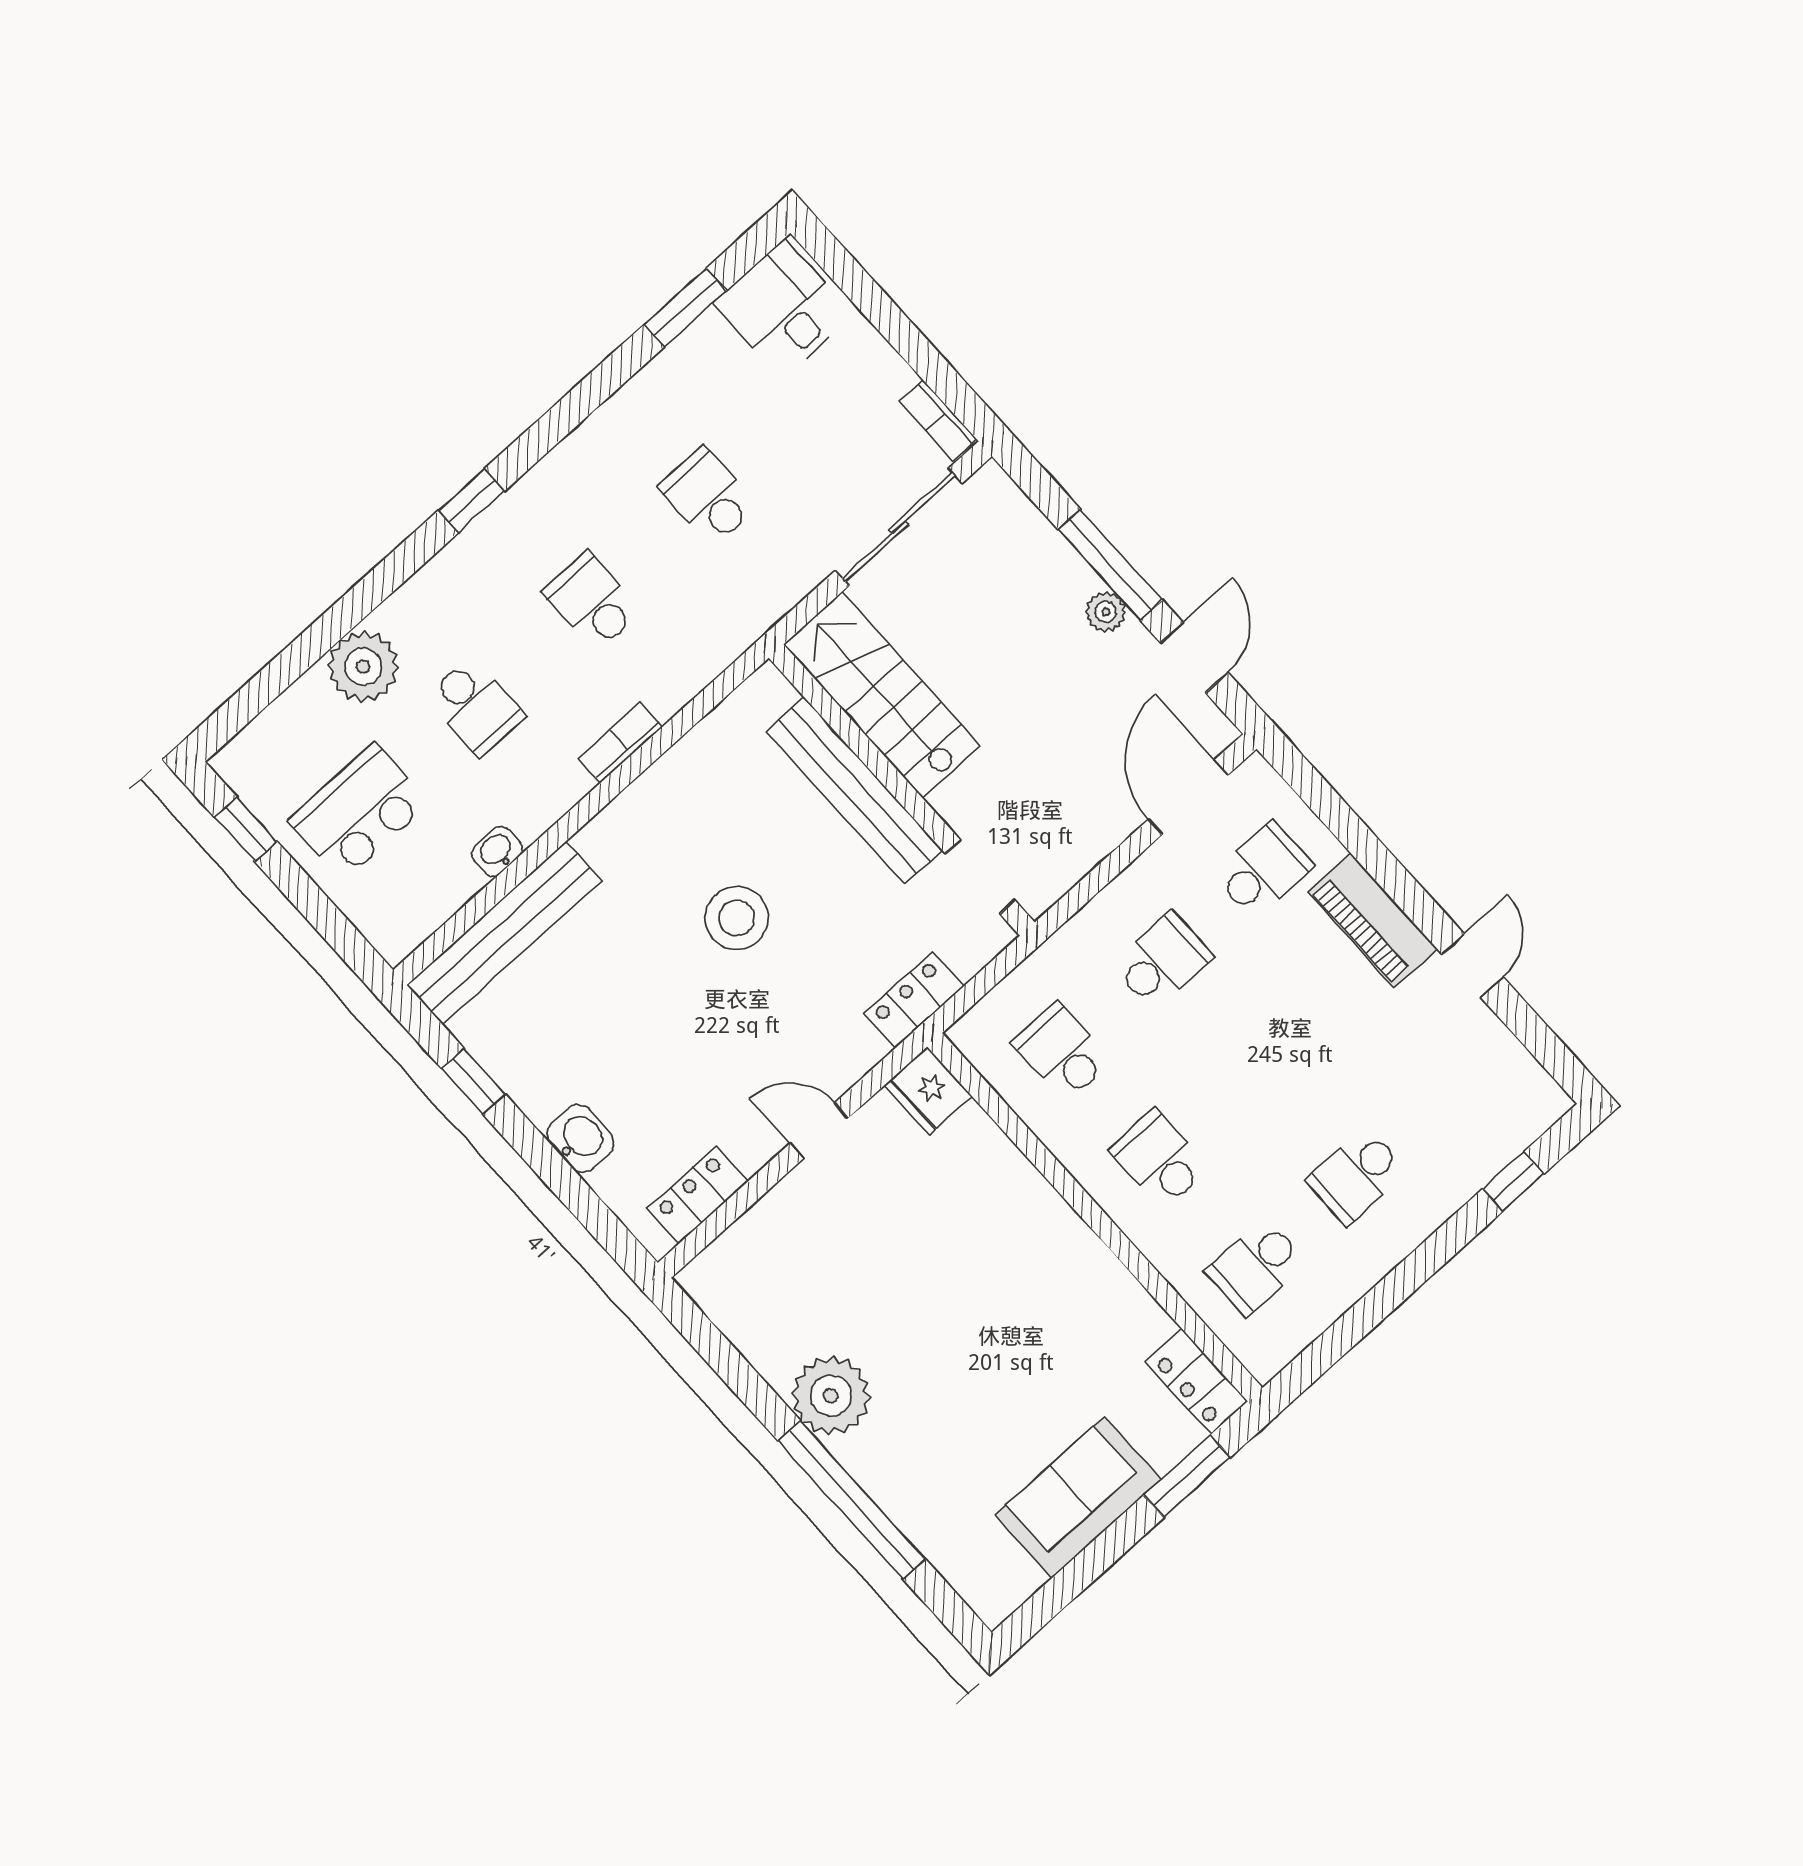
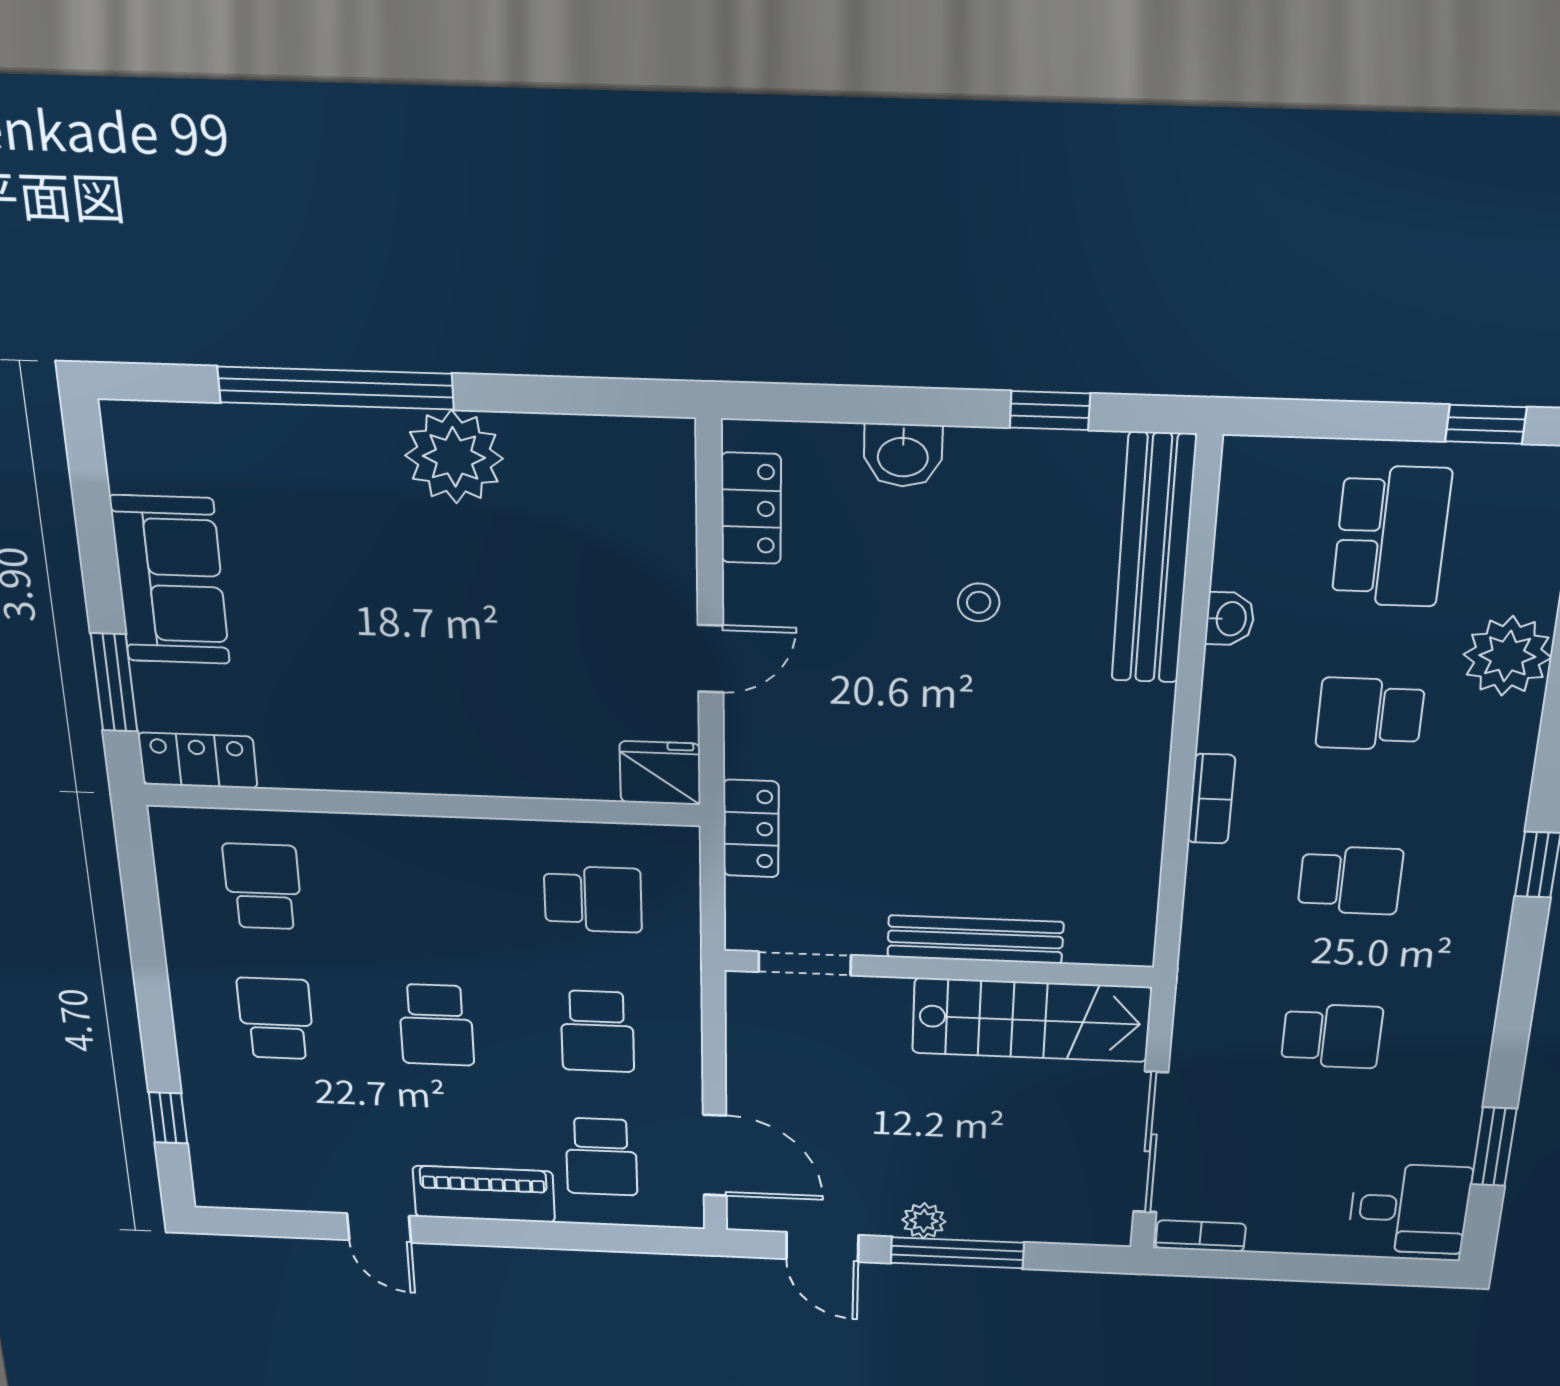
bench: (854, 791) -> (975, 939), width x0.73, depth x0.82
stool: (737, 918) -> (979, 602), moved, width x0.53, depth x0.53
school desk: (1159, 1159) -> (436, 1025), moved, turned 90

